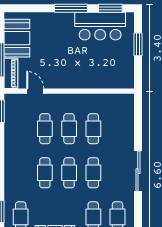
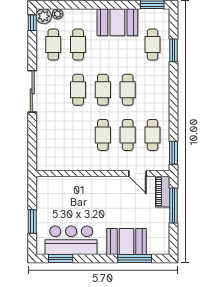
window: (71, 8) -> (135, 258), moved
booth: (17, 38) -> (126, 241), moved, turned 90
cafe table: (93, 129) -> (152, 135), moved

